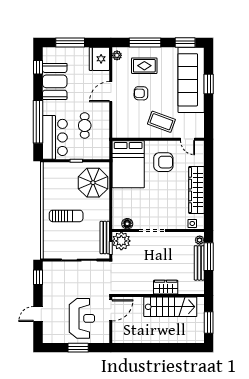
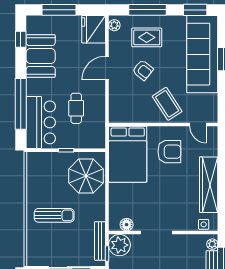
armchair: (141, 93) -> (143, 70), turned -144
coffee table: (161, 122) -> (167, 104), turned 37

